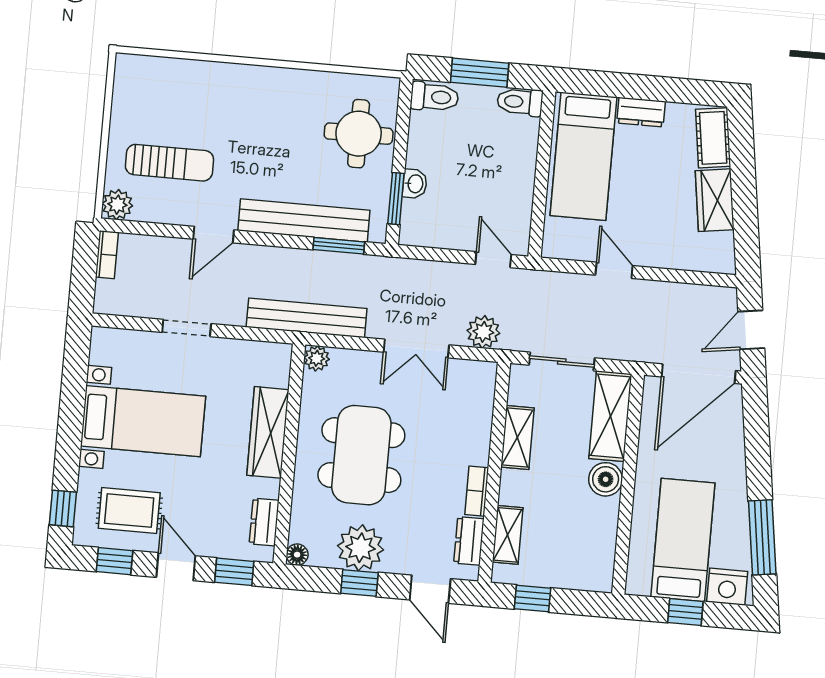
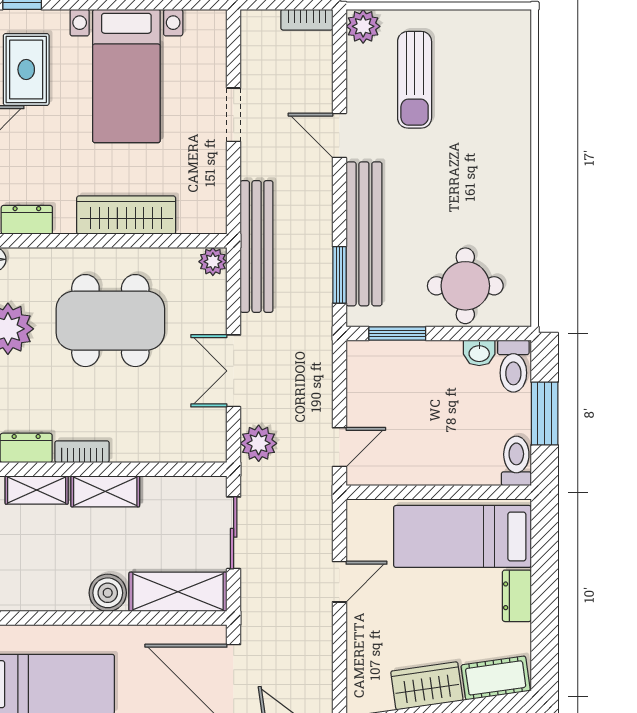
washbasin: (415, 184) -> (479, 353), moved
shelving: (517, 438) -> (105, 491), moved

